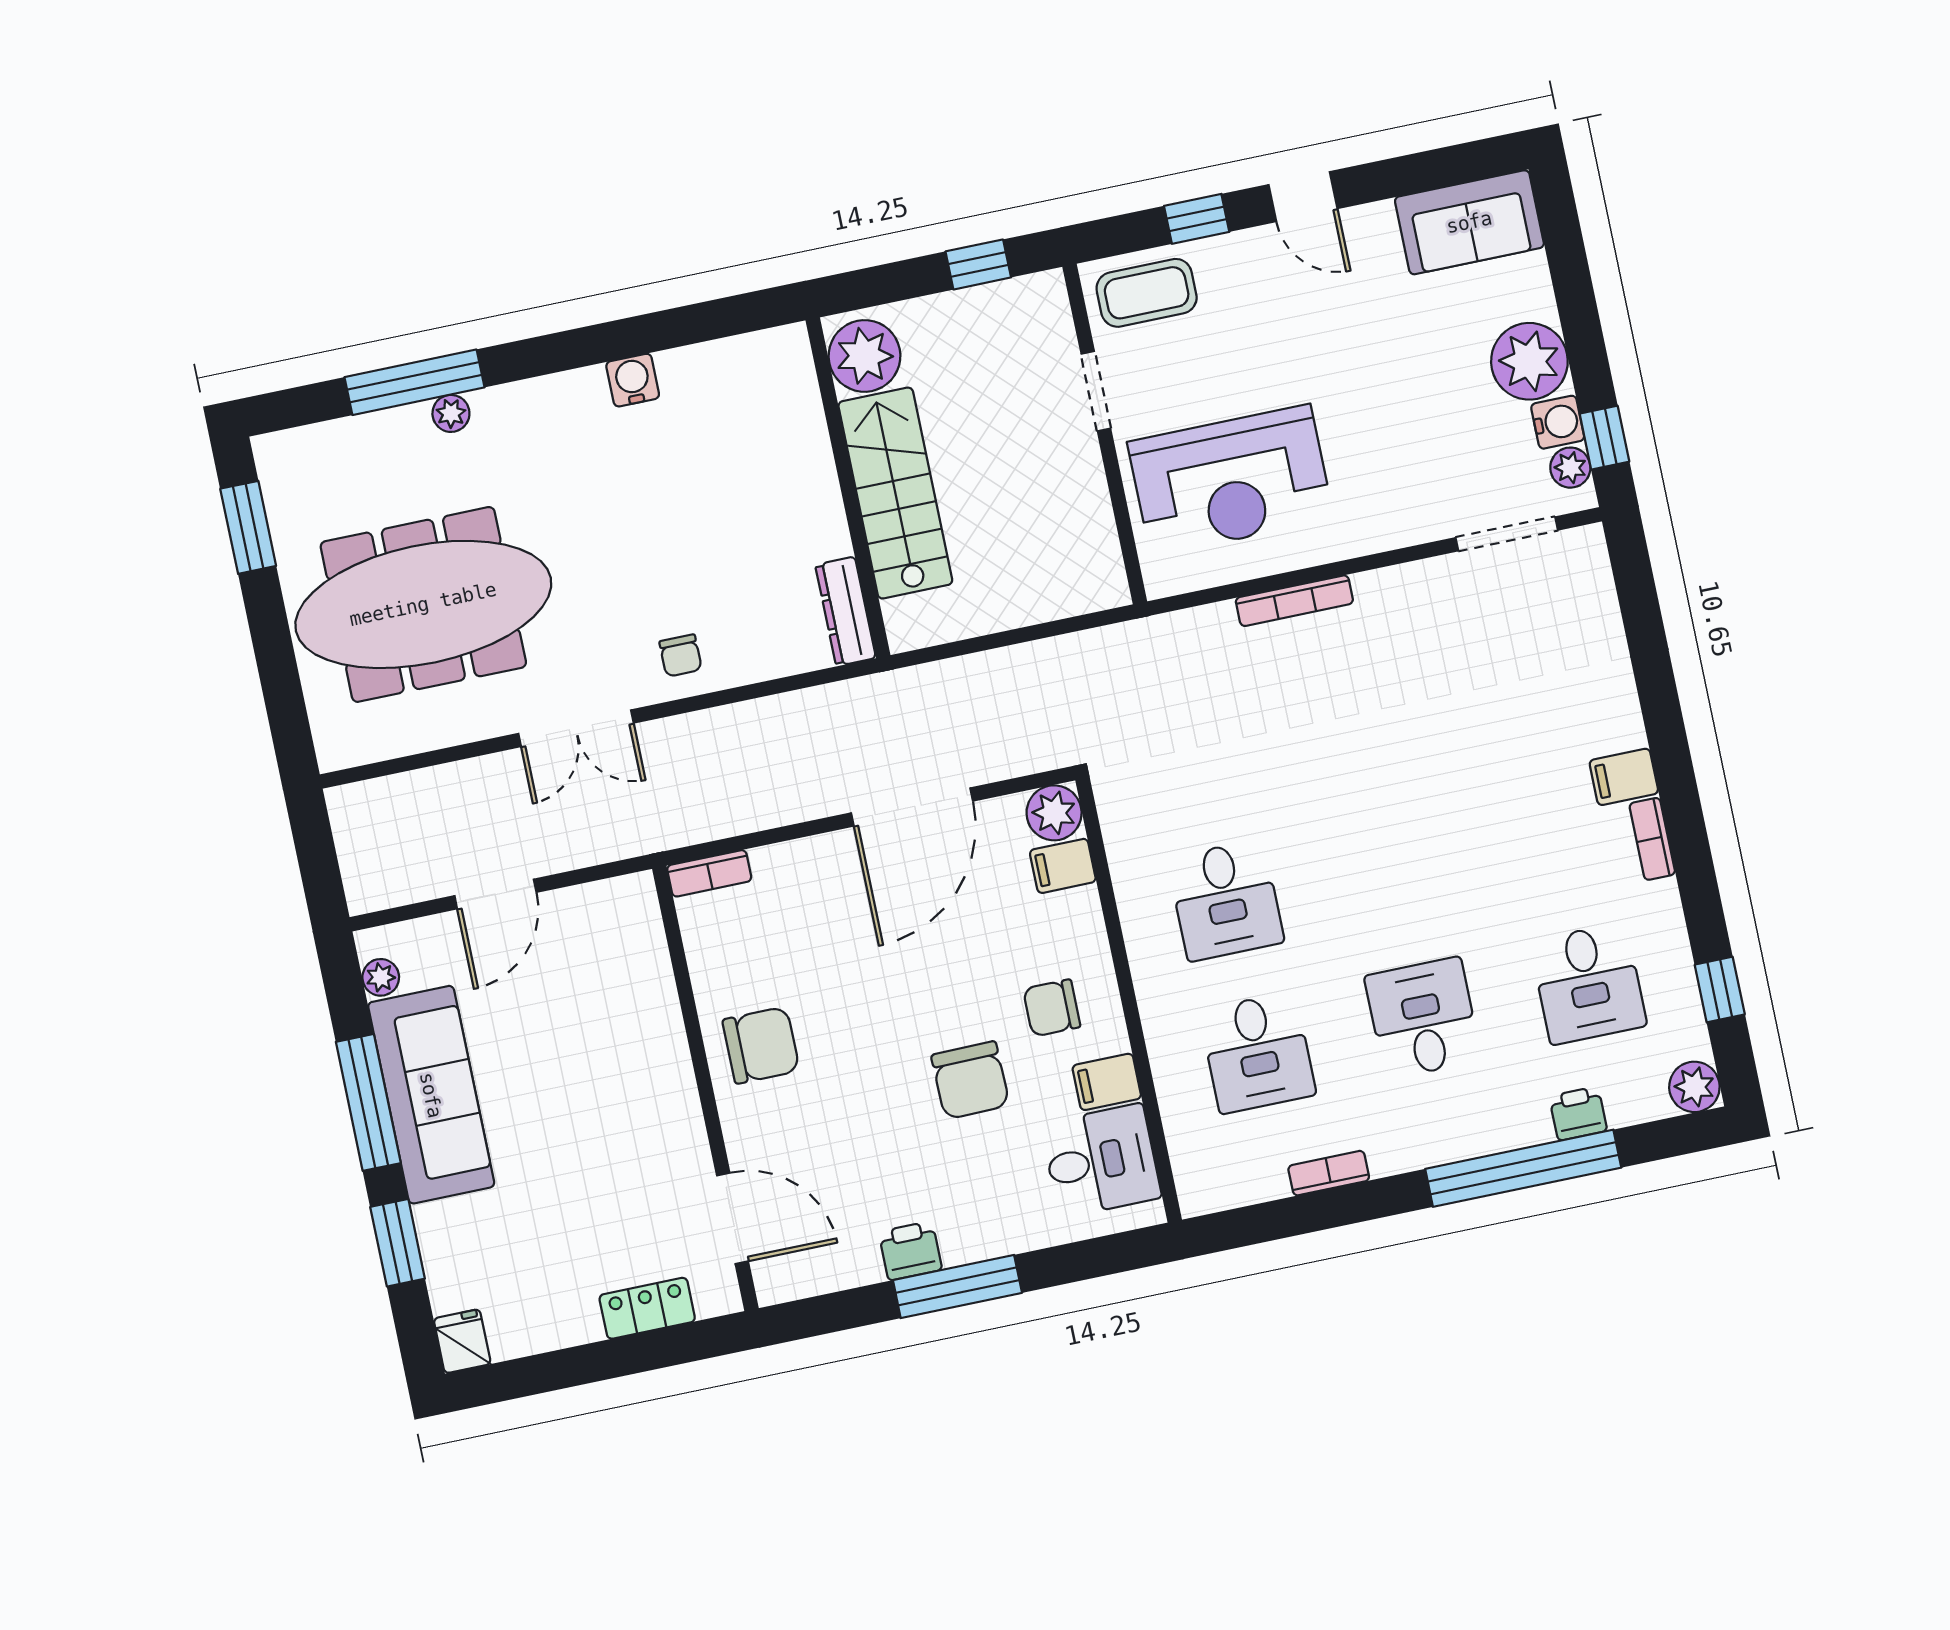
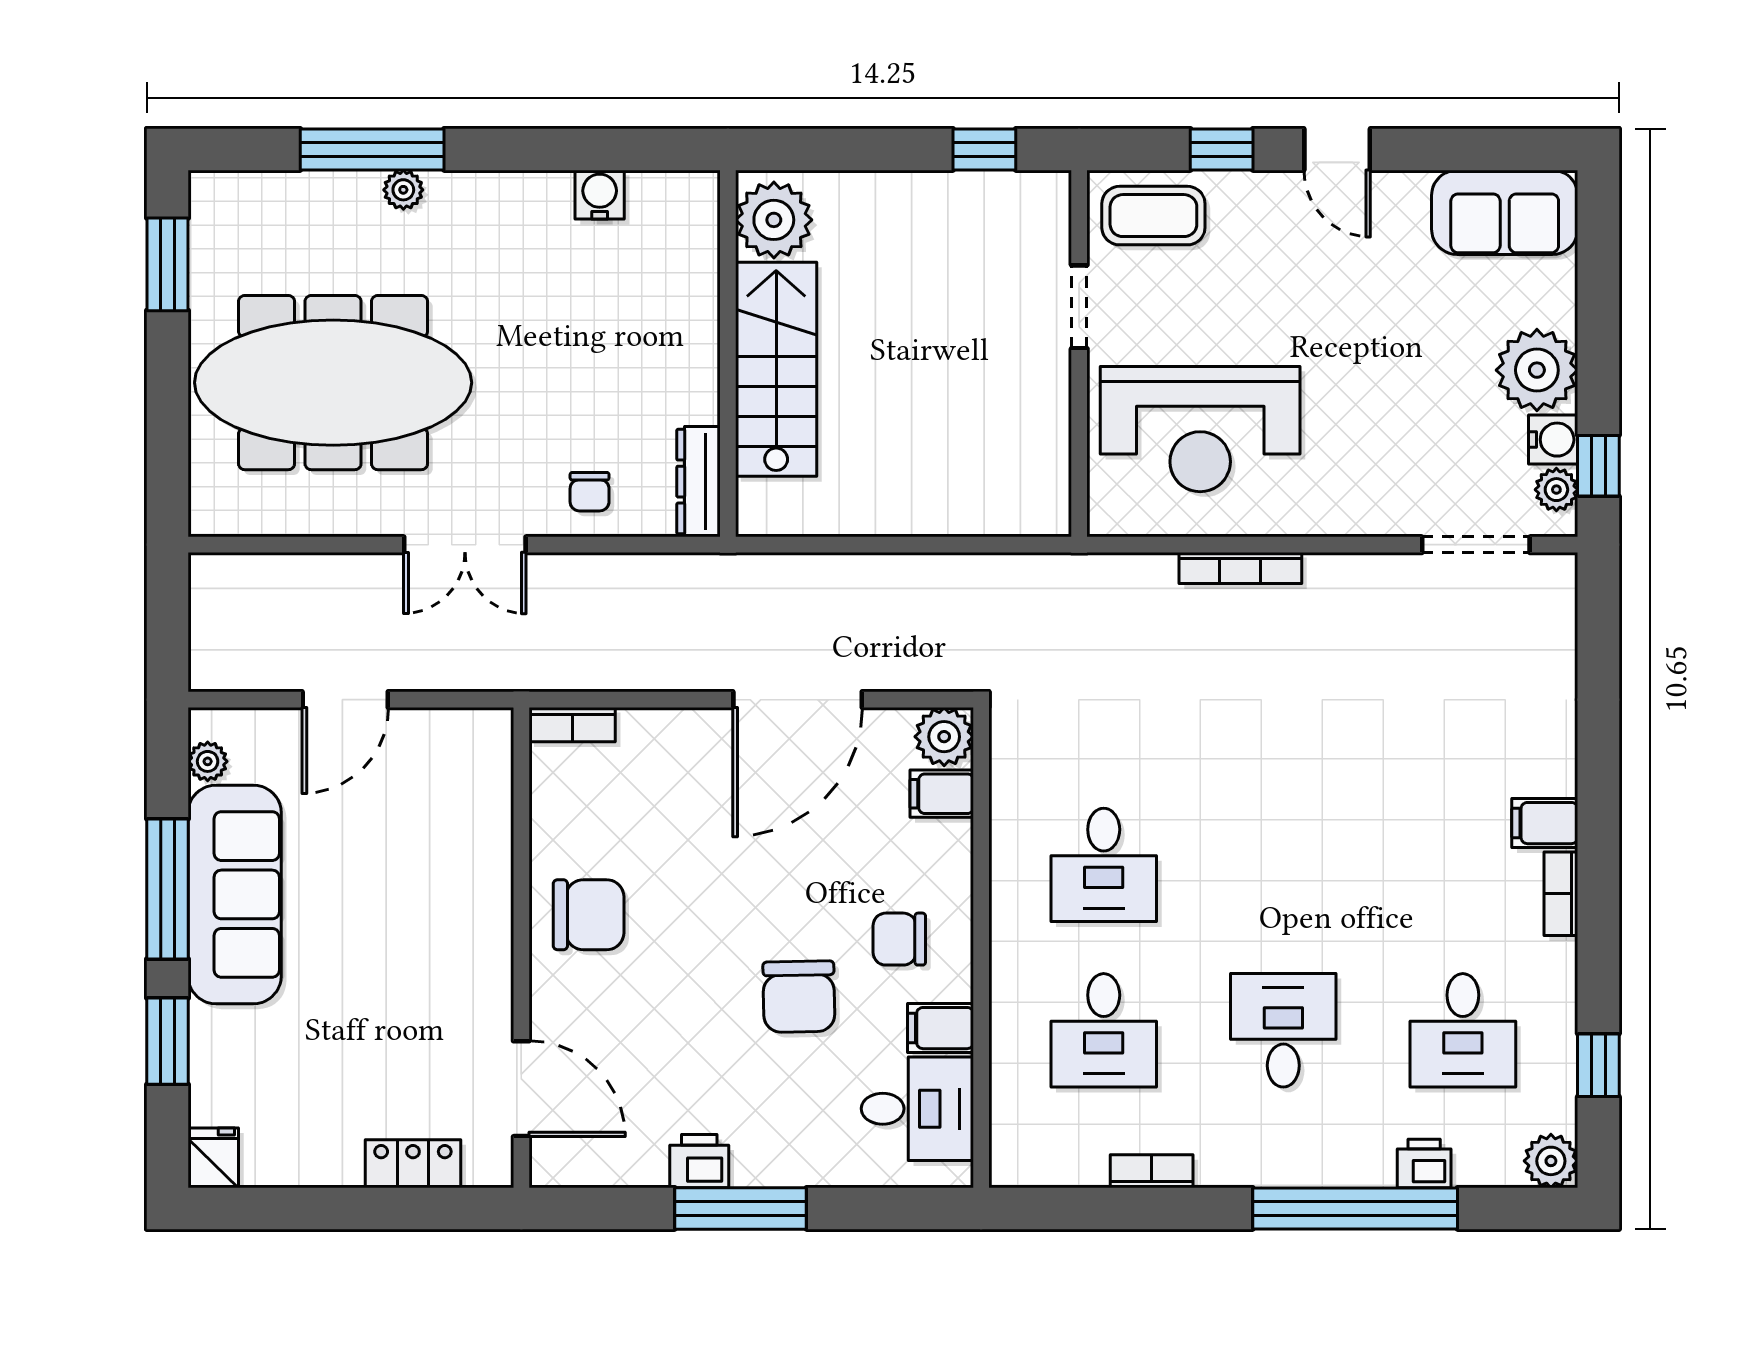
plant: (864, 356) -> (774, 220), moved
wall: (848, 488) -> (728, 354), moved
stairs: (895, 493) -> (776, 369), moved
dresser: (846, 611) -> (699, 482), moved

